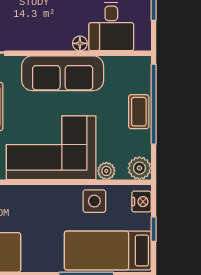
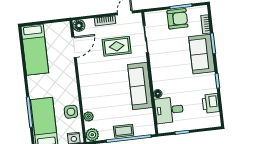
corner sofa: (51, 148) -> (98, 84), removed

